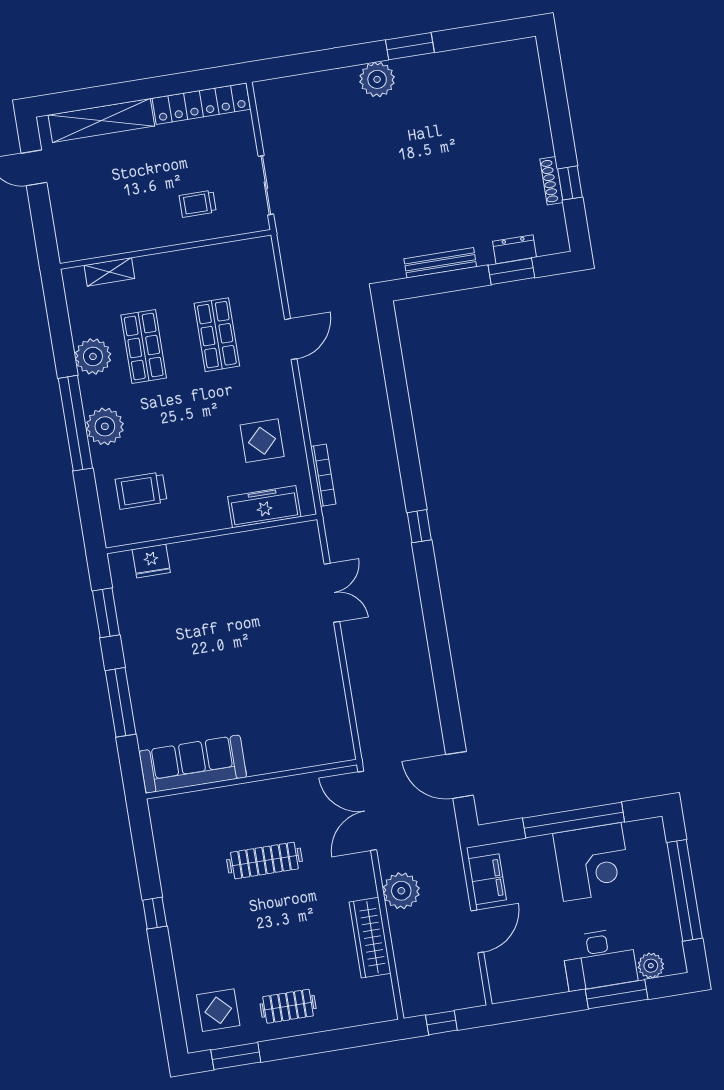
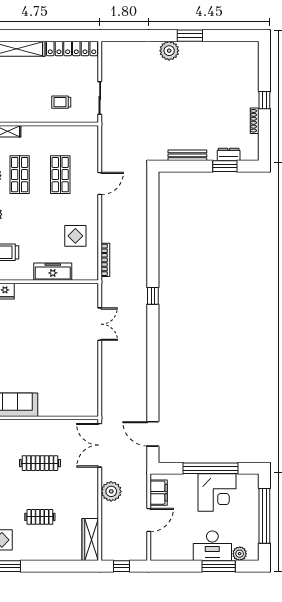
window: (570, 183) -> (264, 100), moved
freezer: (264, 507) -> (53, 272), moved
wardrobe: (370, 938) -> (90, 540), moved
clothes rail: (288, 1006) -> (40, 517), moved

